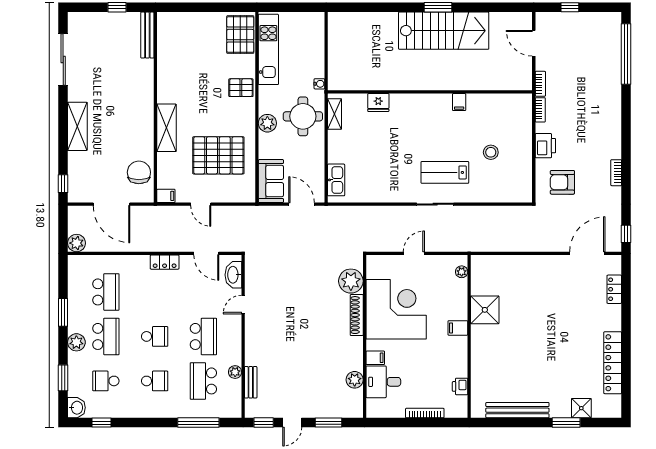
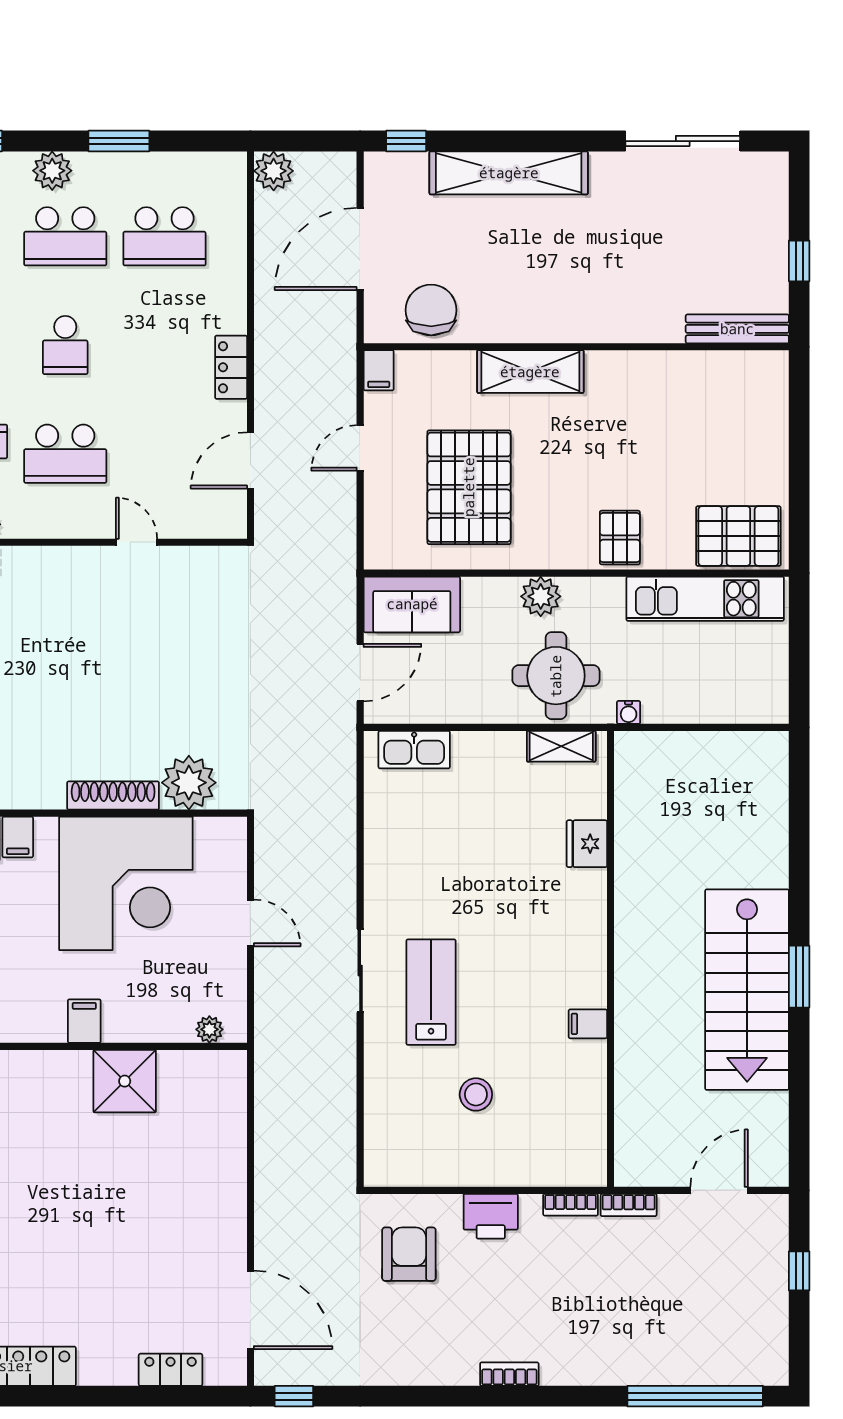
shelving: (77, 126) -> (509, 173), width x1.47
chair: (139, 172) -> (431, 310), turned -90
bookcase: (616, 173) -> (509, 1374), moved
washbasin: (233, 275) -> (203, 521), removed

